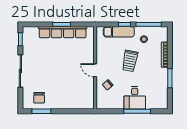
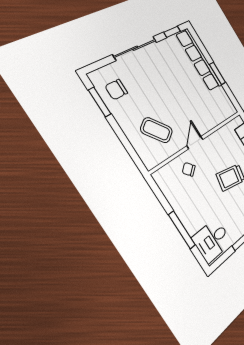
row of seats: (63, 32) -> (199, 60), moved
coffee table: (74, 89) -> (157, 130), added
desk: (135, 98) -> (212, 240), moved

